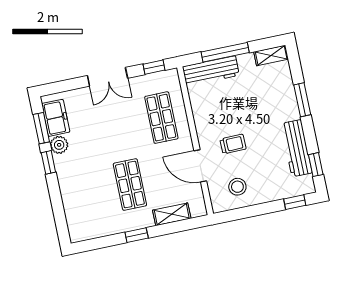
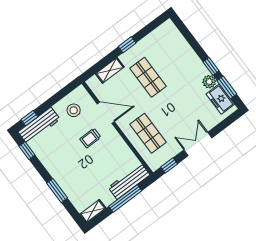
workbench: (297, 148) -> (39, 126), moved, turned 90

